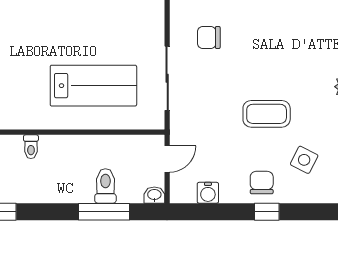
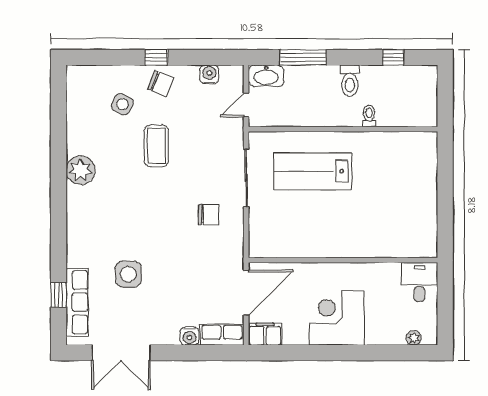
coffee table: (267, 114) -> (156, 146), turned 90
chair: (262, 183) -> (161, 84), turned -68
toilet: (105, 186) -> (350, 81), moved
washbasin: (154, 195) -> (266, 76), width x1.91, depth x1.45

